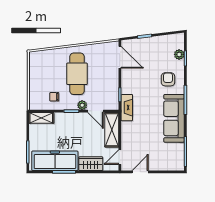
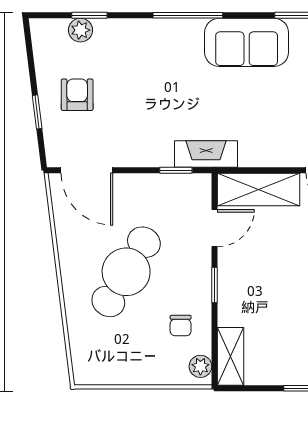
door: (120, 57) -> (87, 170), swing flipped
cafe table: (77, 74) -> (126, 272), turned -59
armchair: (168, 79) -> (77, 95), moved, turned 90
plant: (82, 105) -> (200, 366), moved
sofa: (174, 118) -> (247, 42), width x0.73

